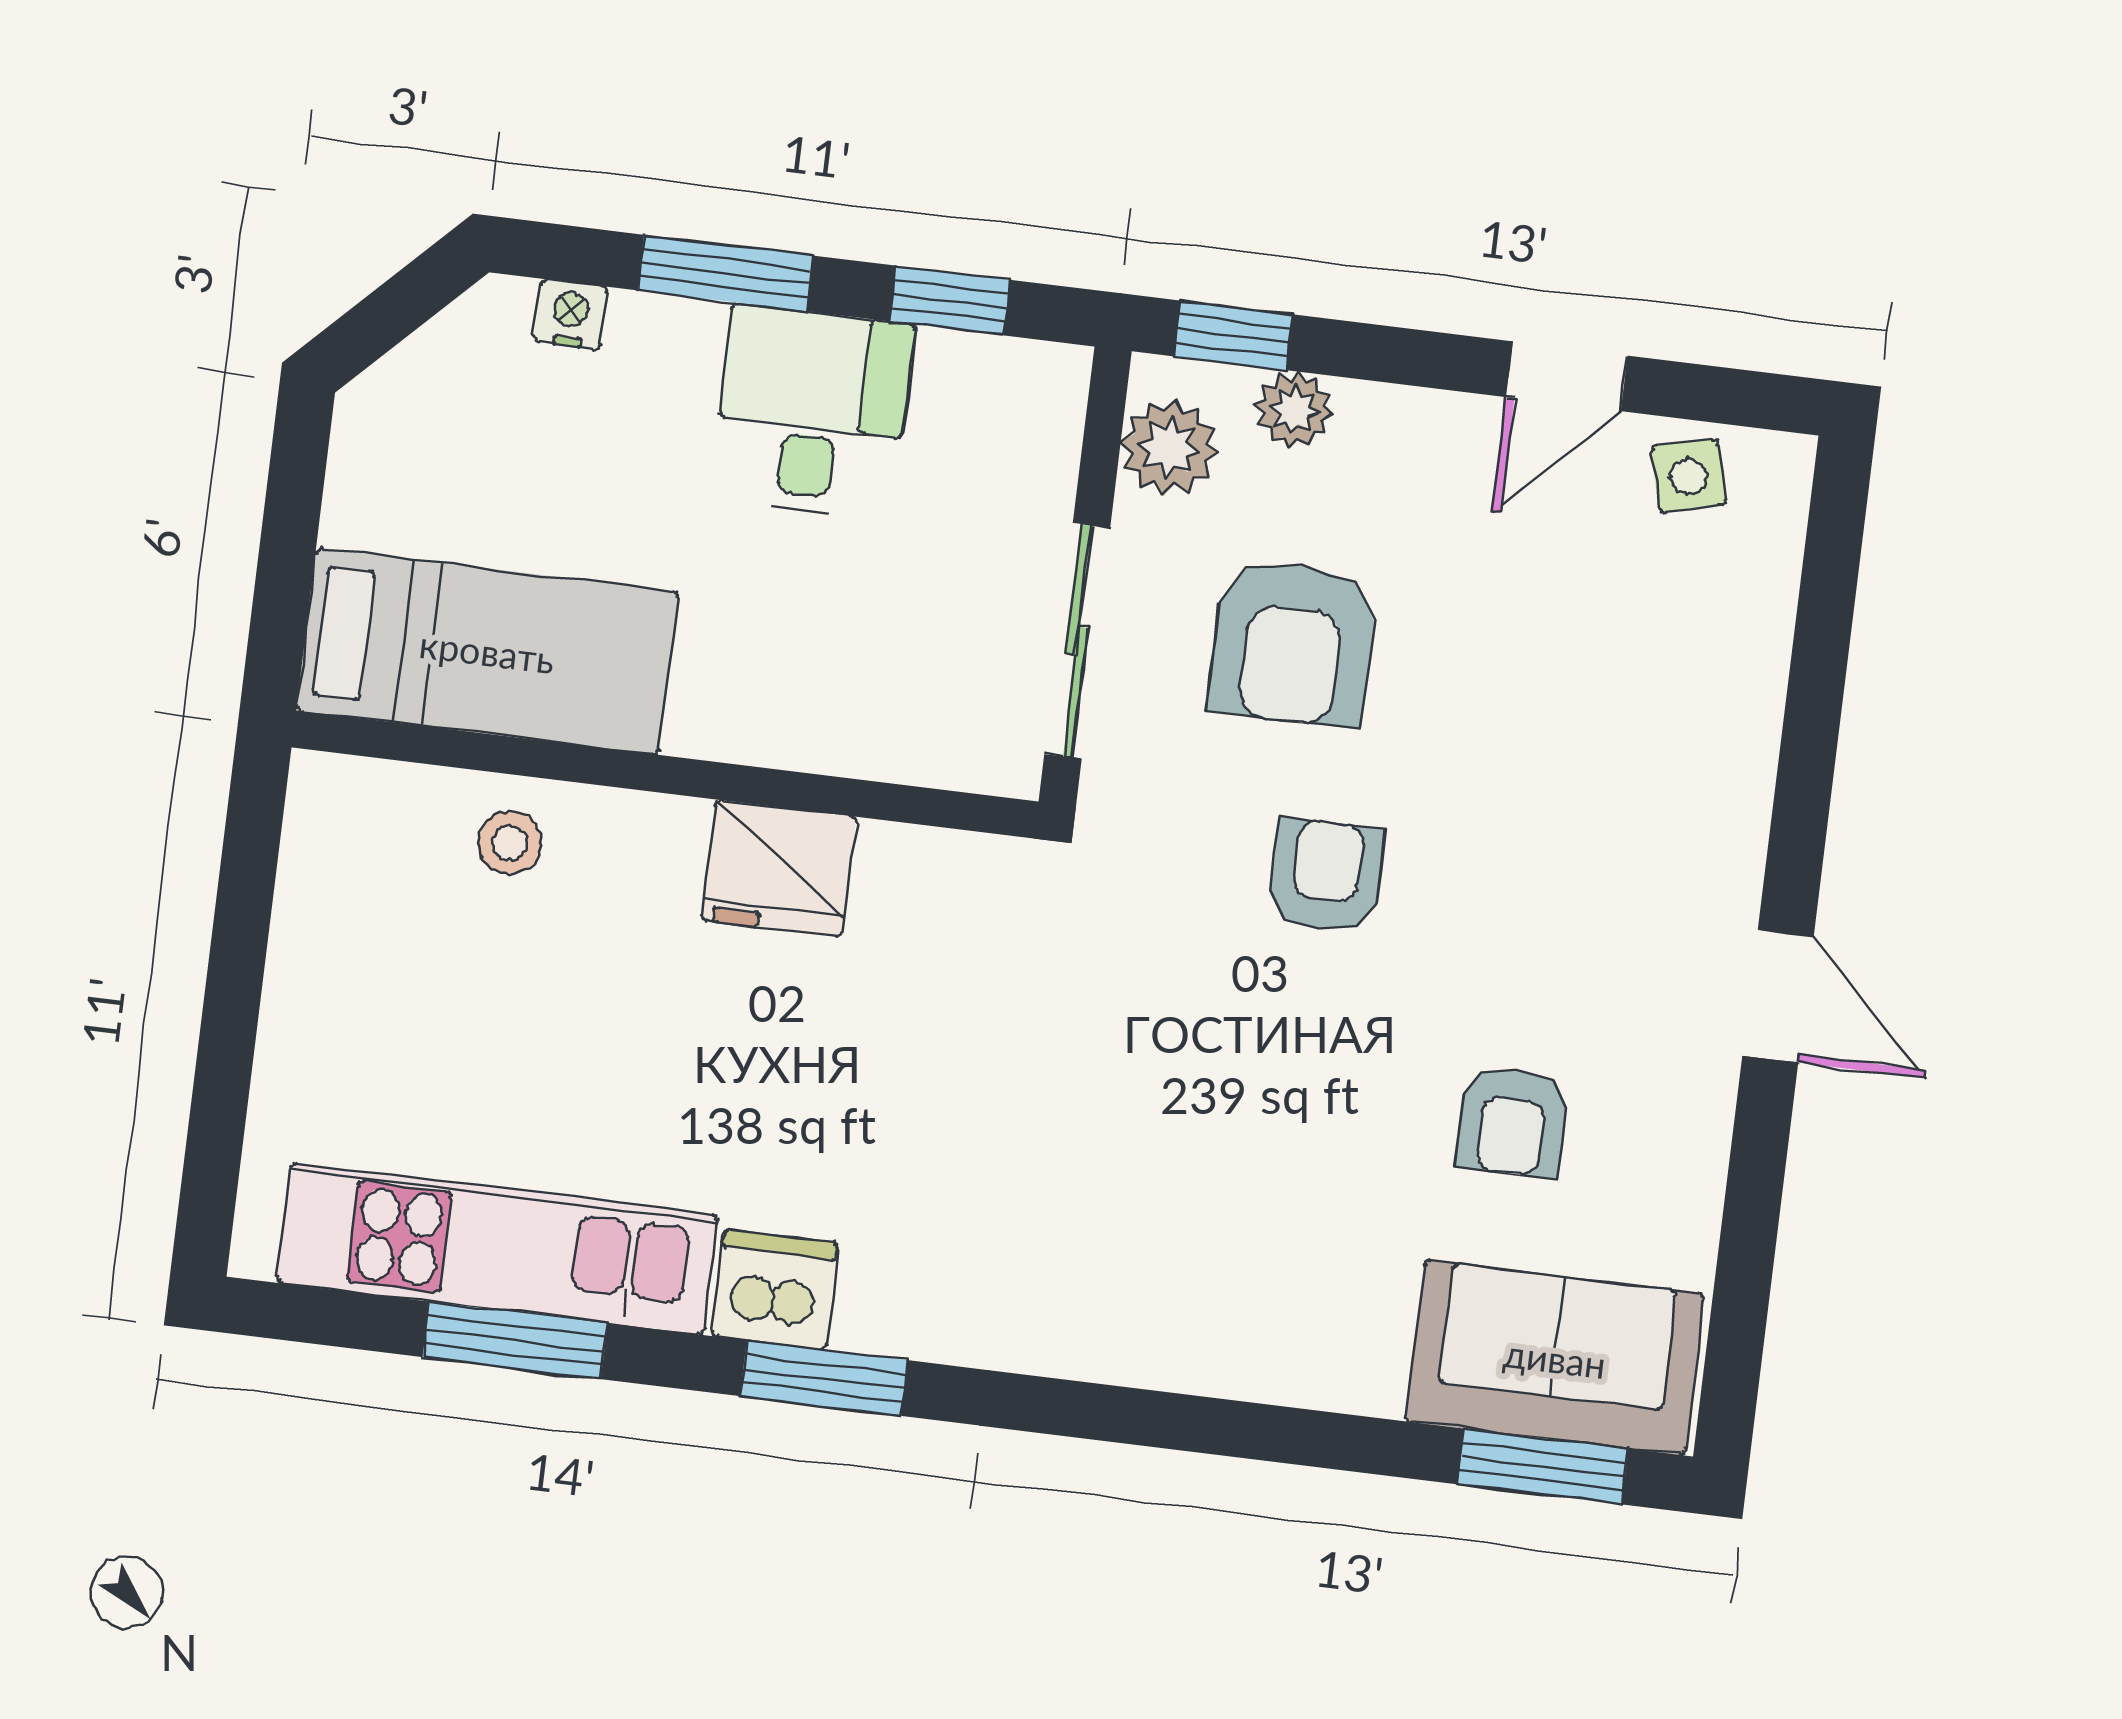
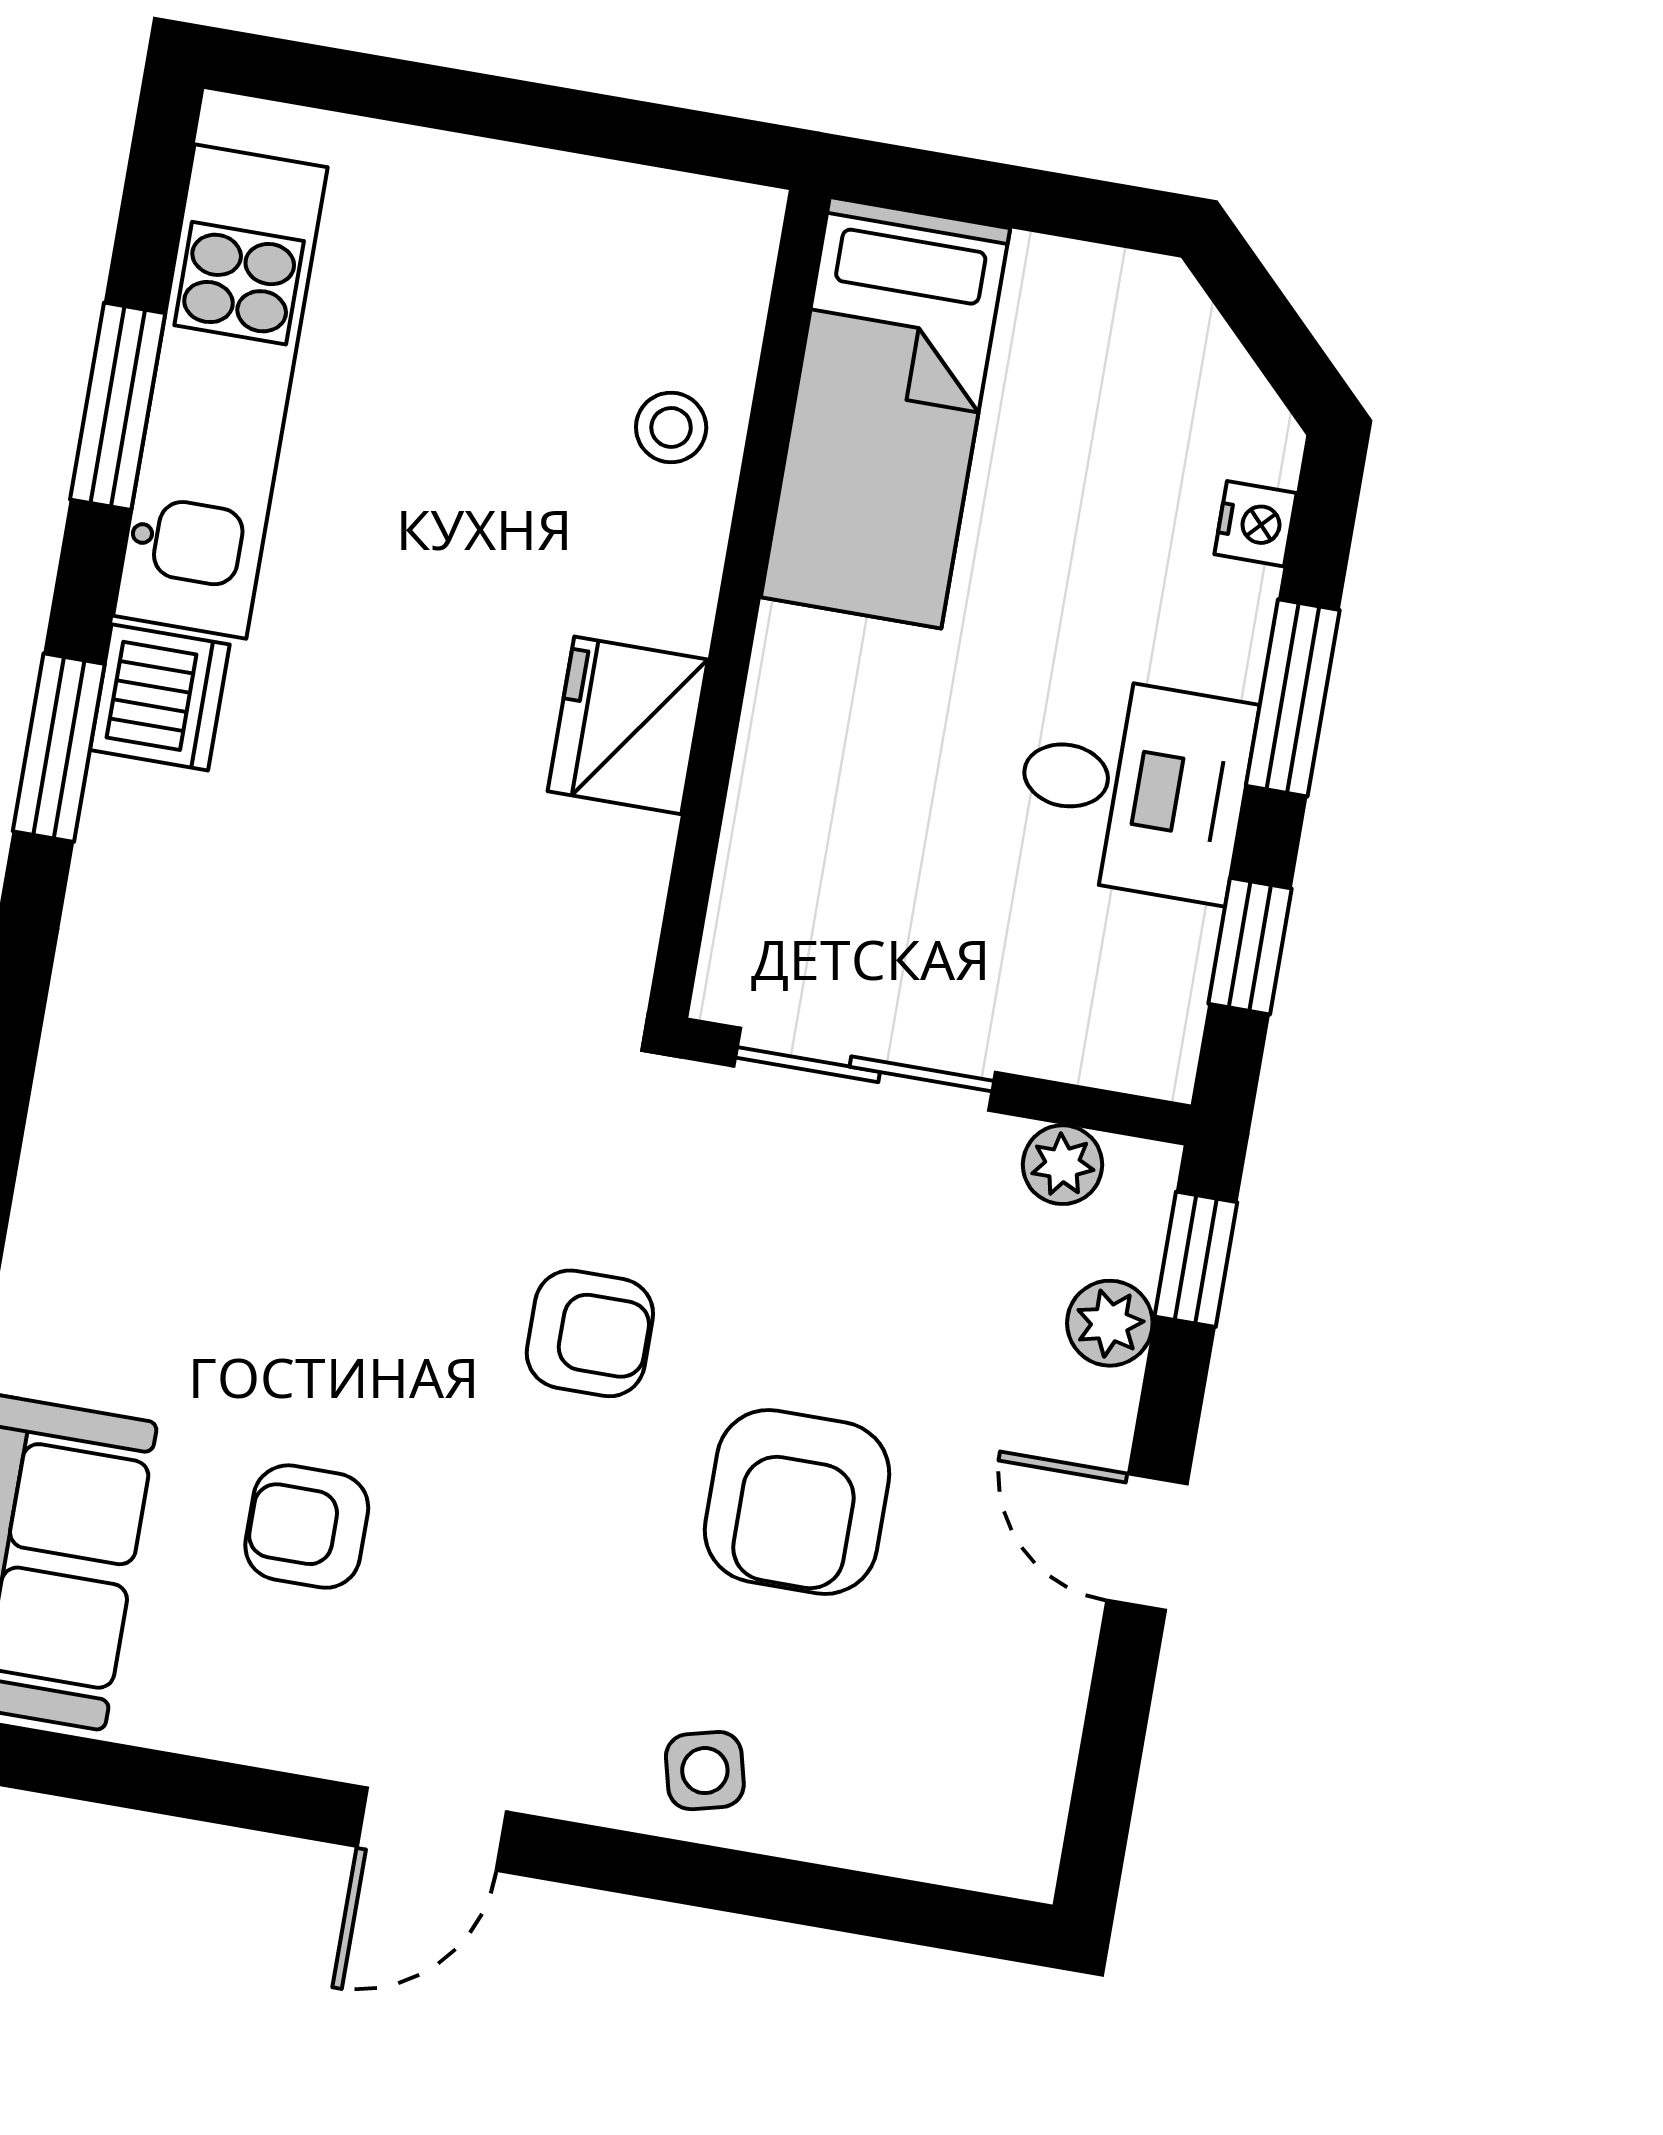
door: (1567, 376) -> (1147, 1542), moved
plant: (1169, 448) -> (1063, 1165), width x0.73, depth x0.73
side table: (1689, 476) -> (705, 1771), moved
armchair: (1293, 643) -> (797, 1502), moved, turned -90

